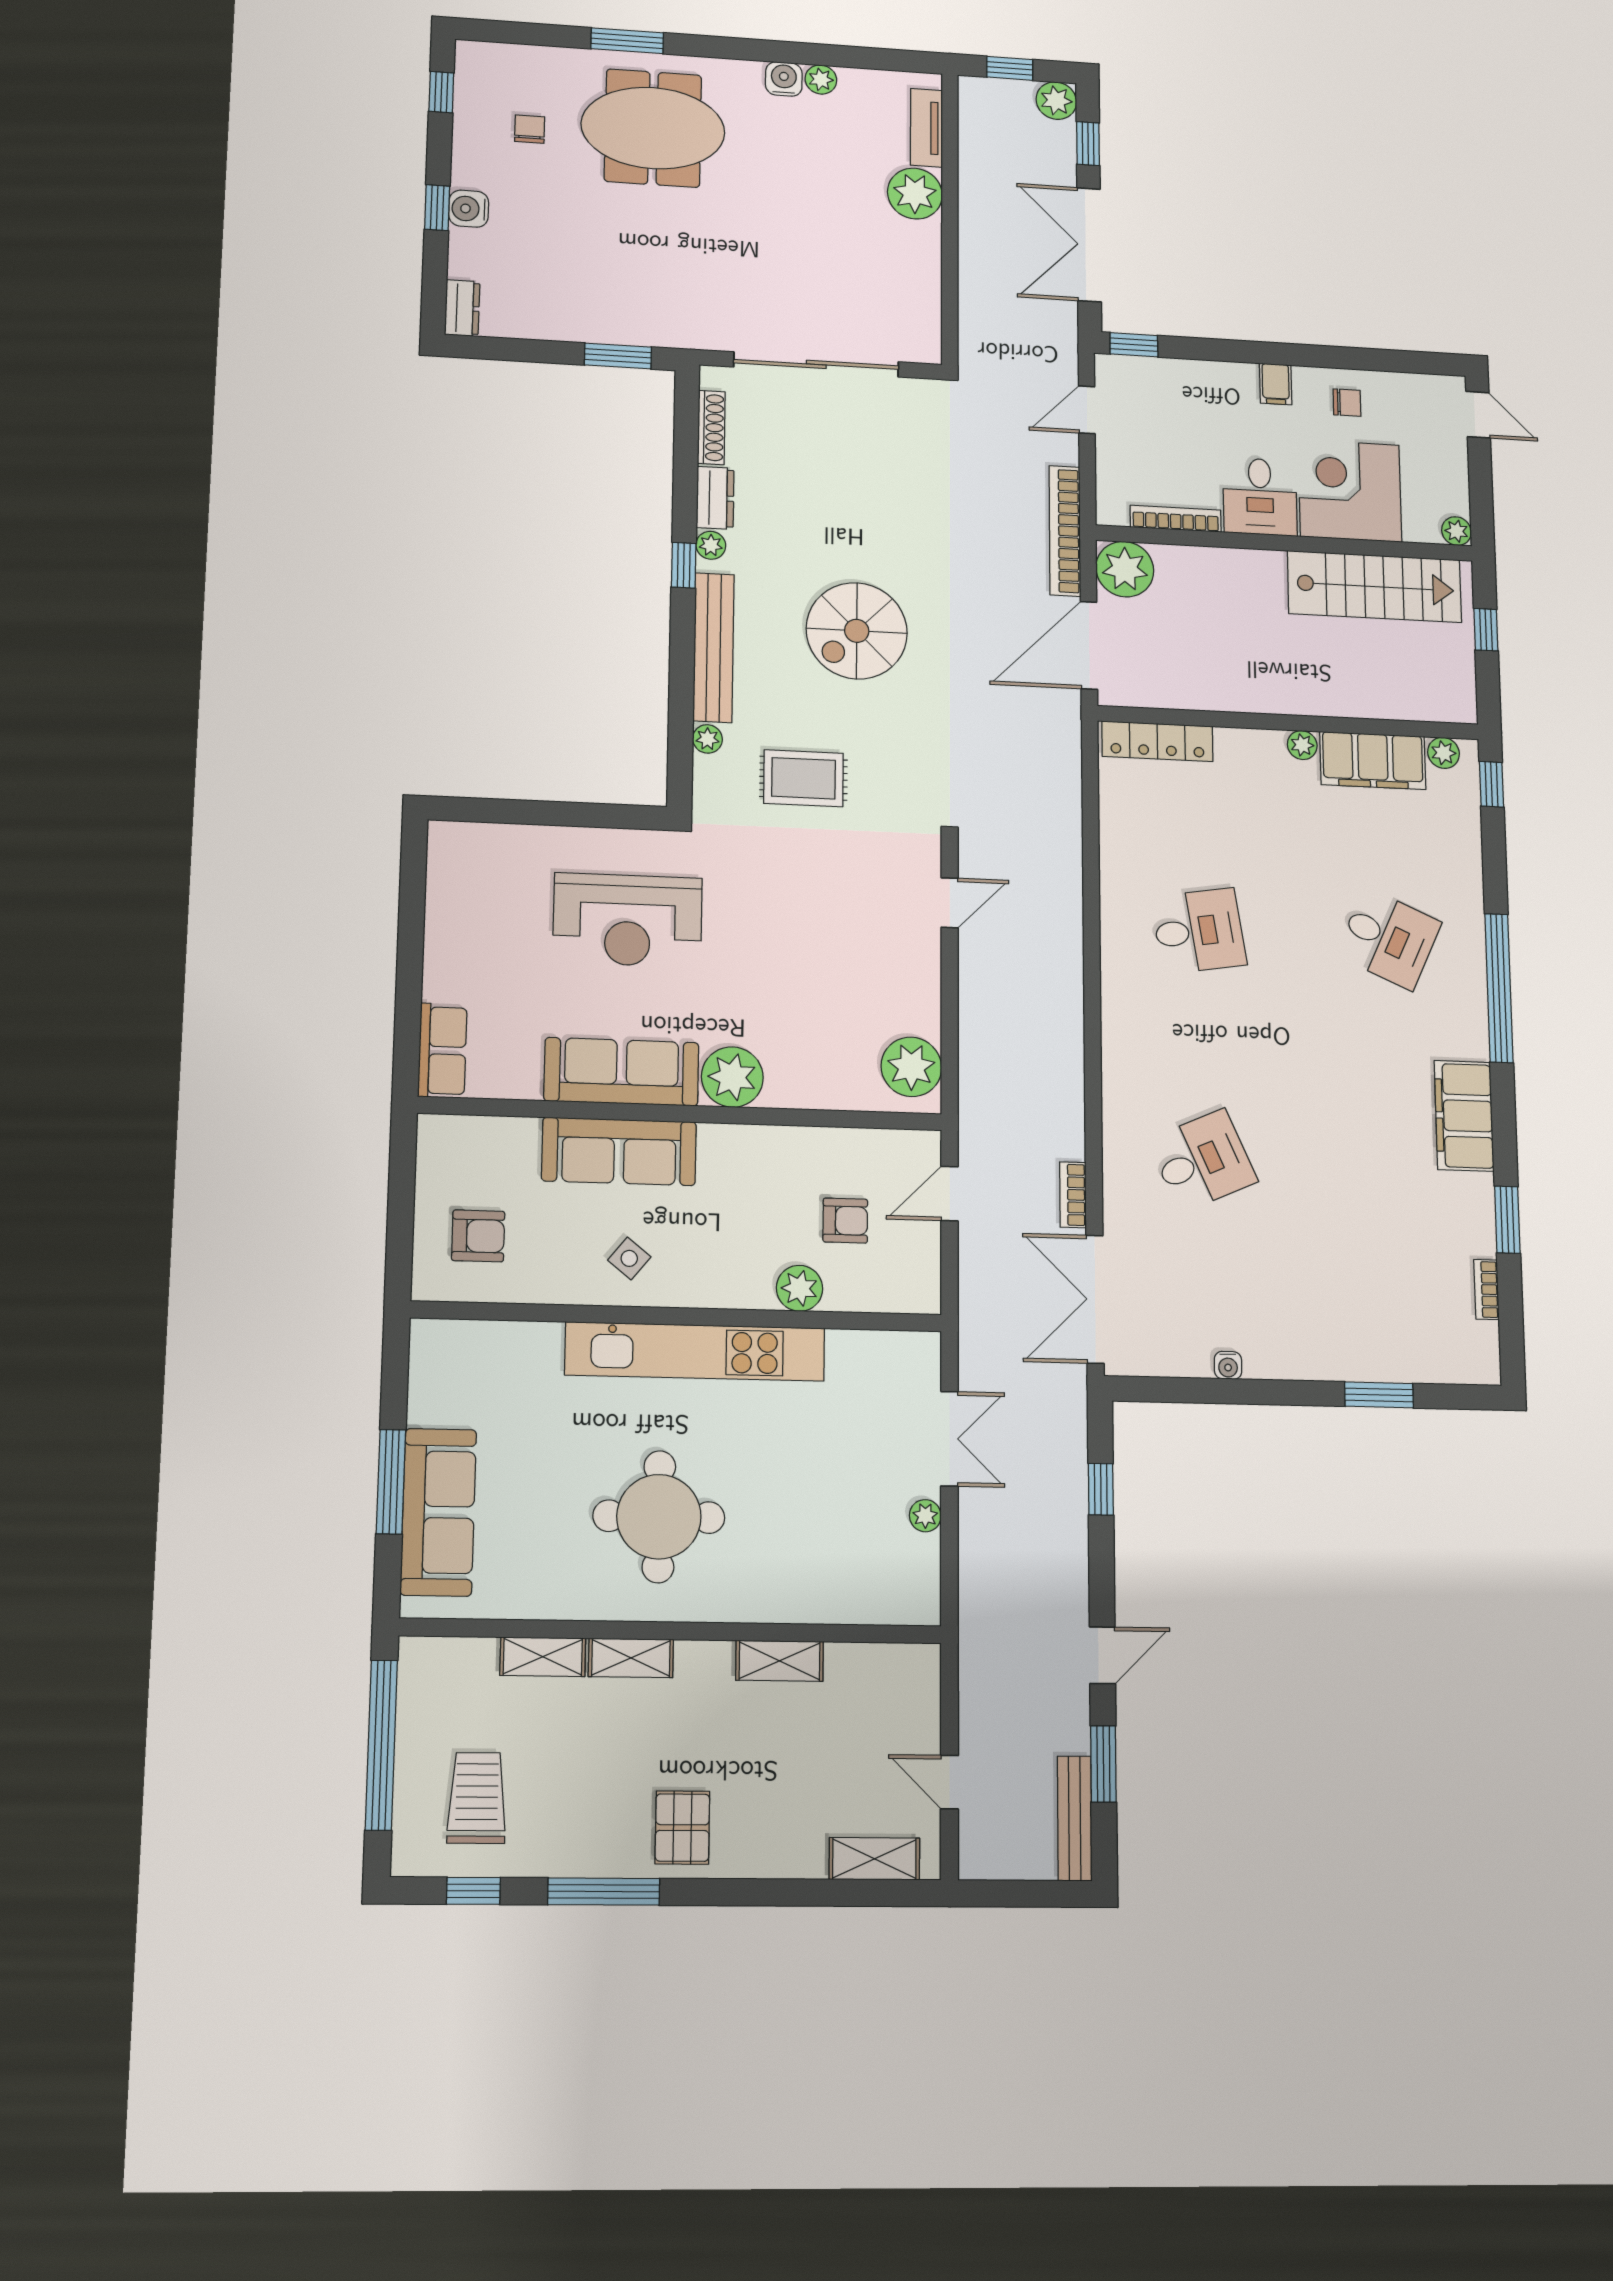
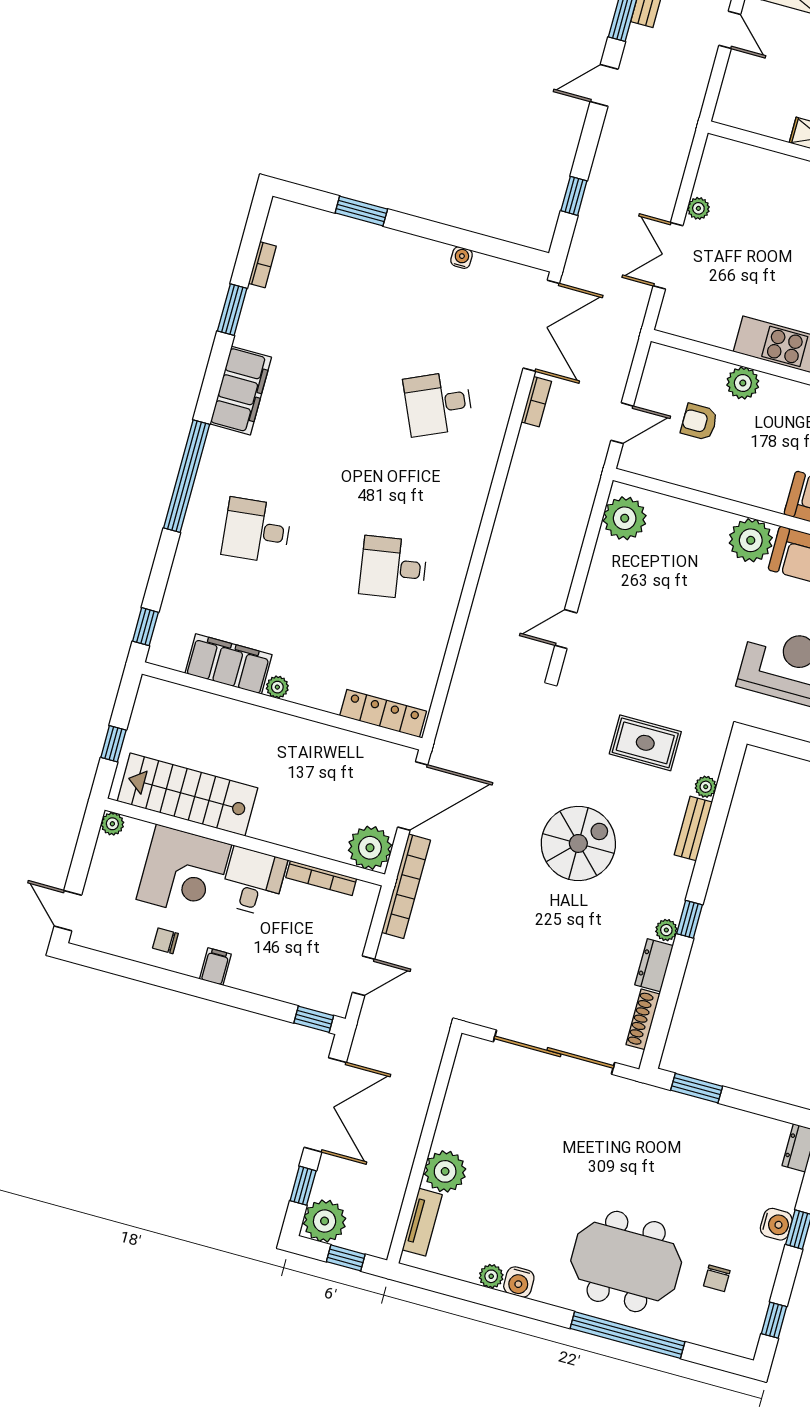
window: (627, 41) -> (628, 1335), width x2.11
plant: (1056, 101) -> (325, 1221), width x1.36, depth x1.36
bench: (714, 647) -> (693, 829), width x0.54, depth x0.82
plant: (1444, 753) -> (174, 658), removed
desk: (1389, 939) -> (257, 531), turned -30

